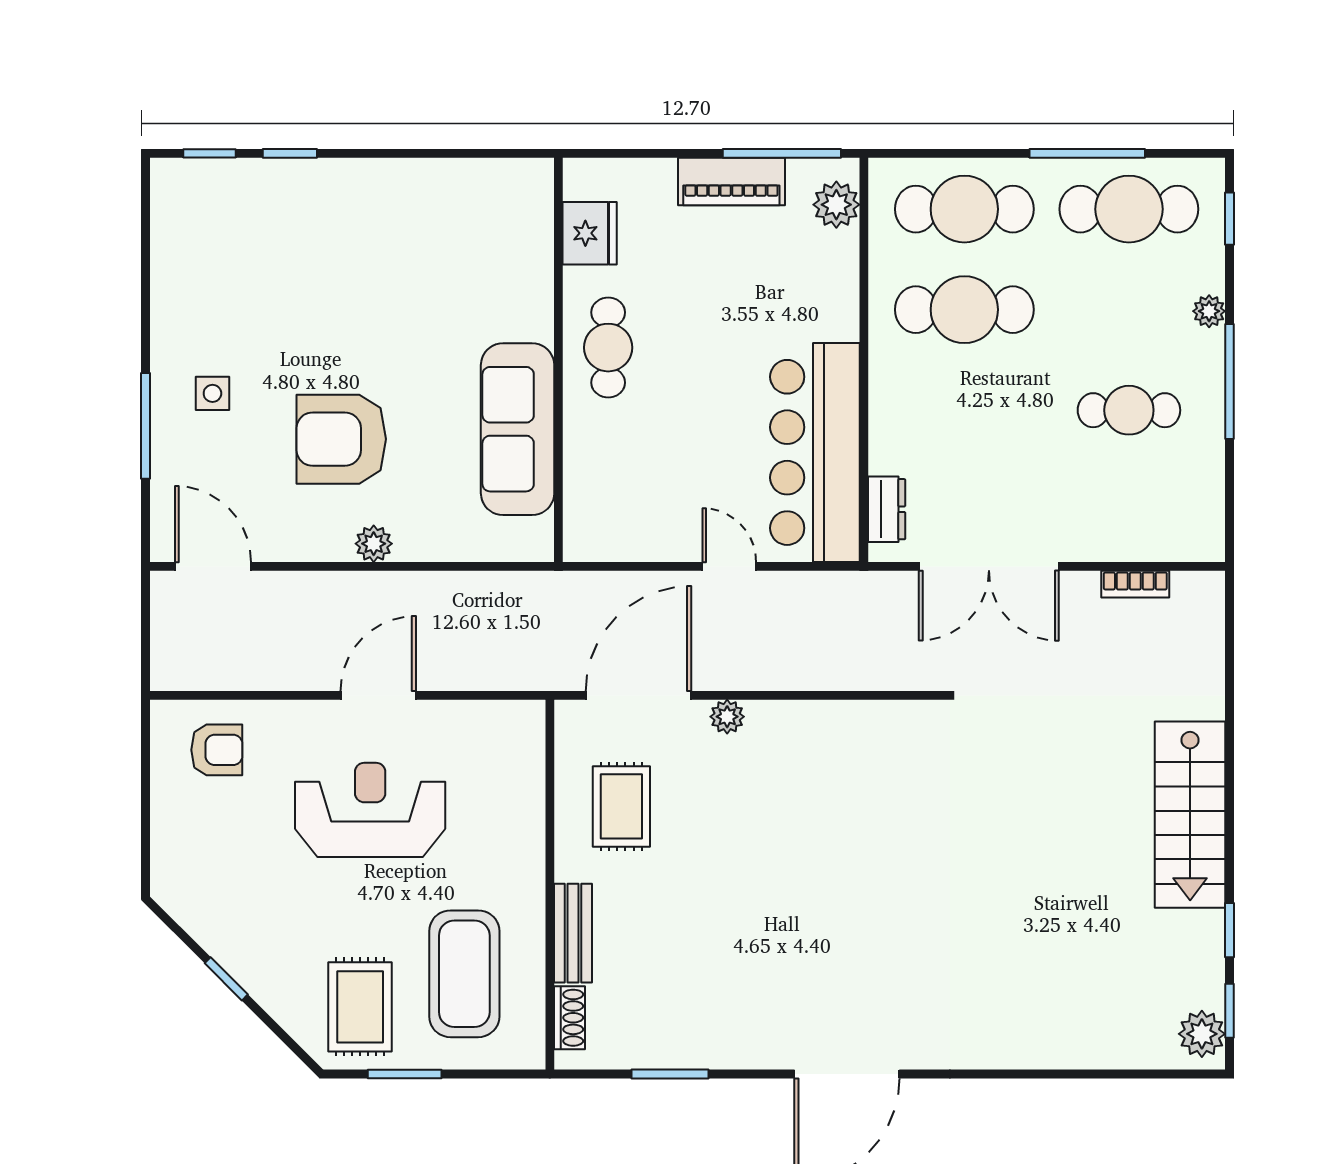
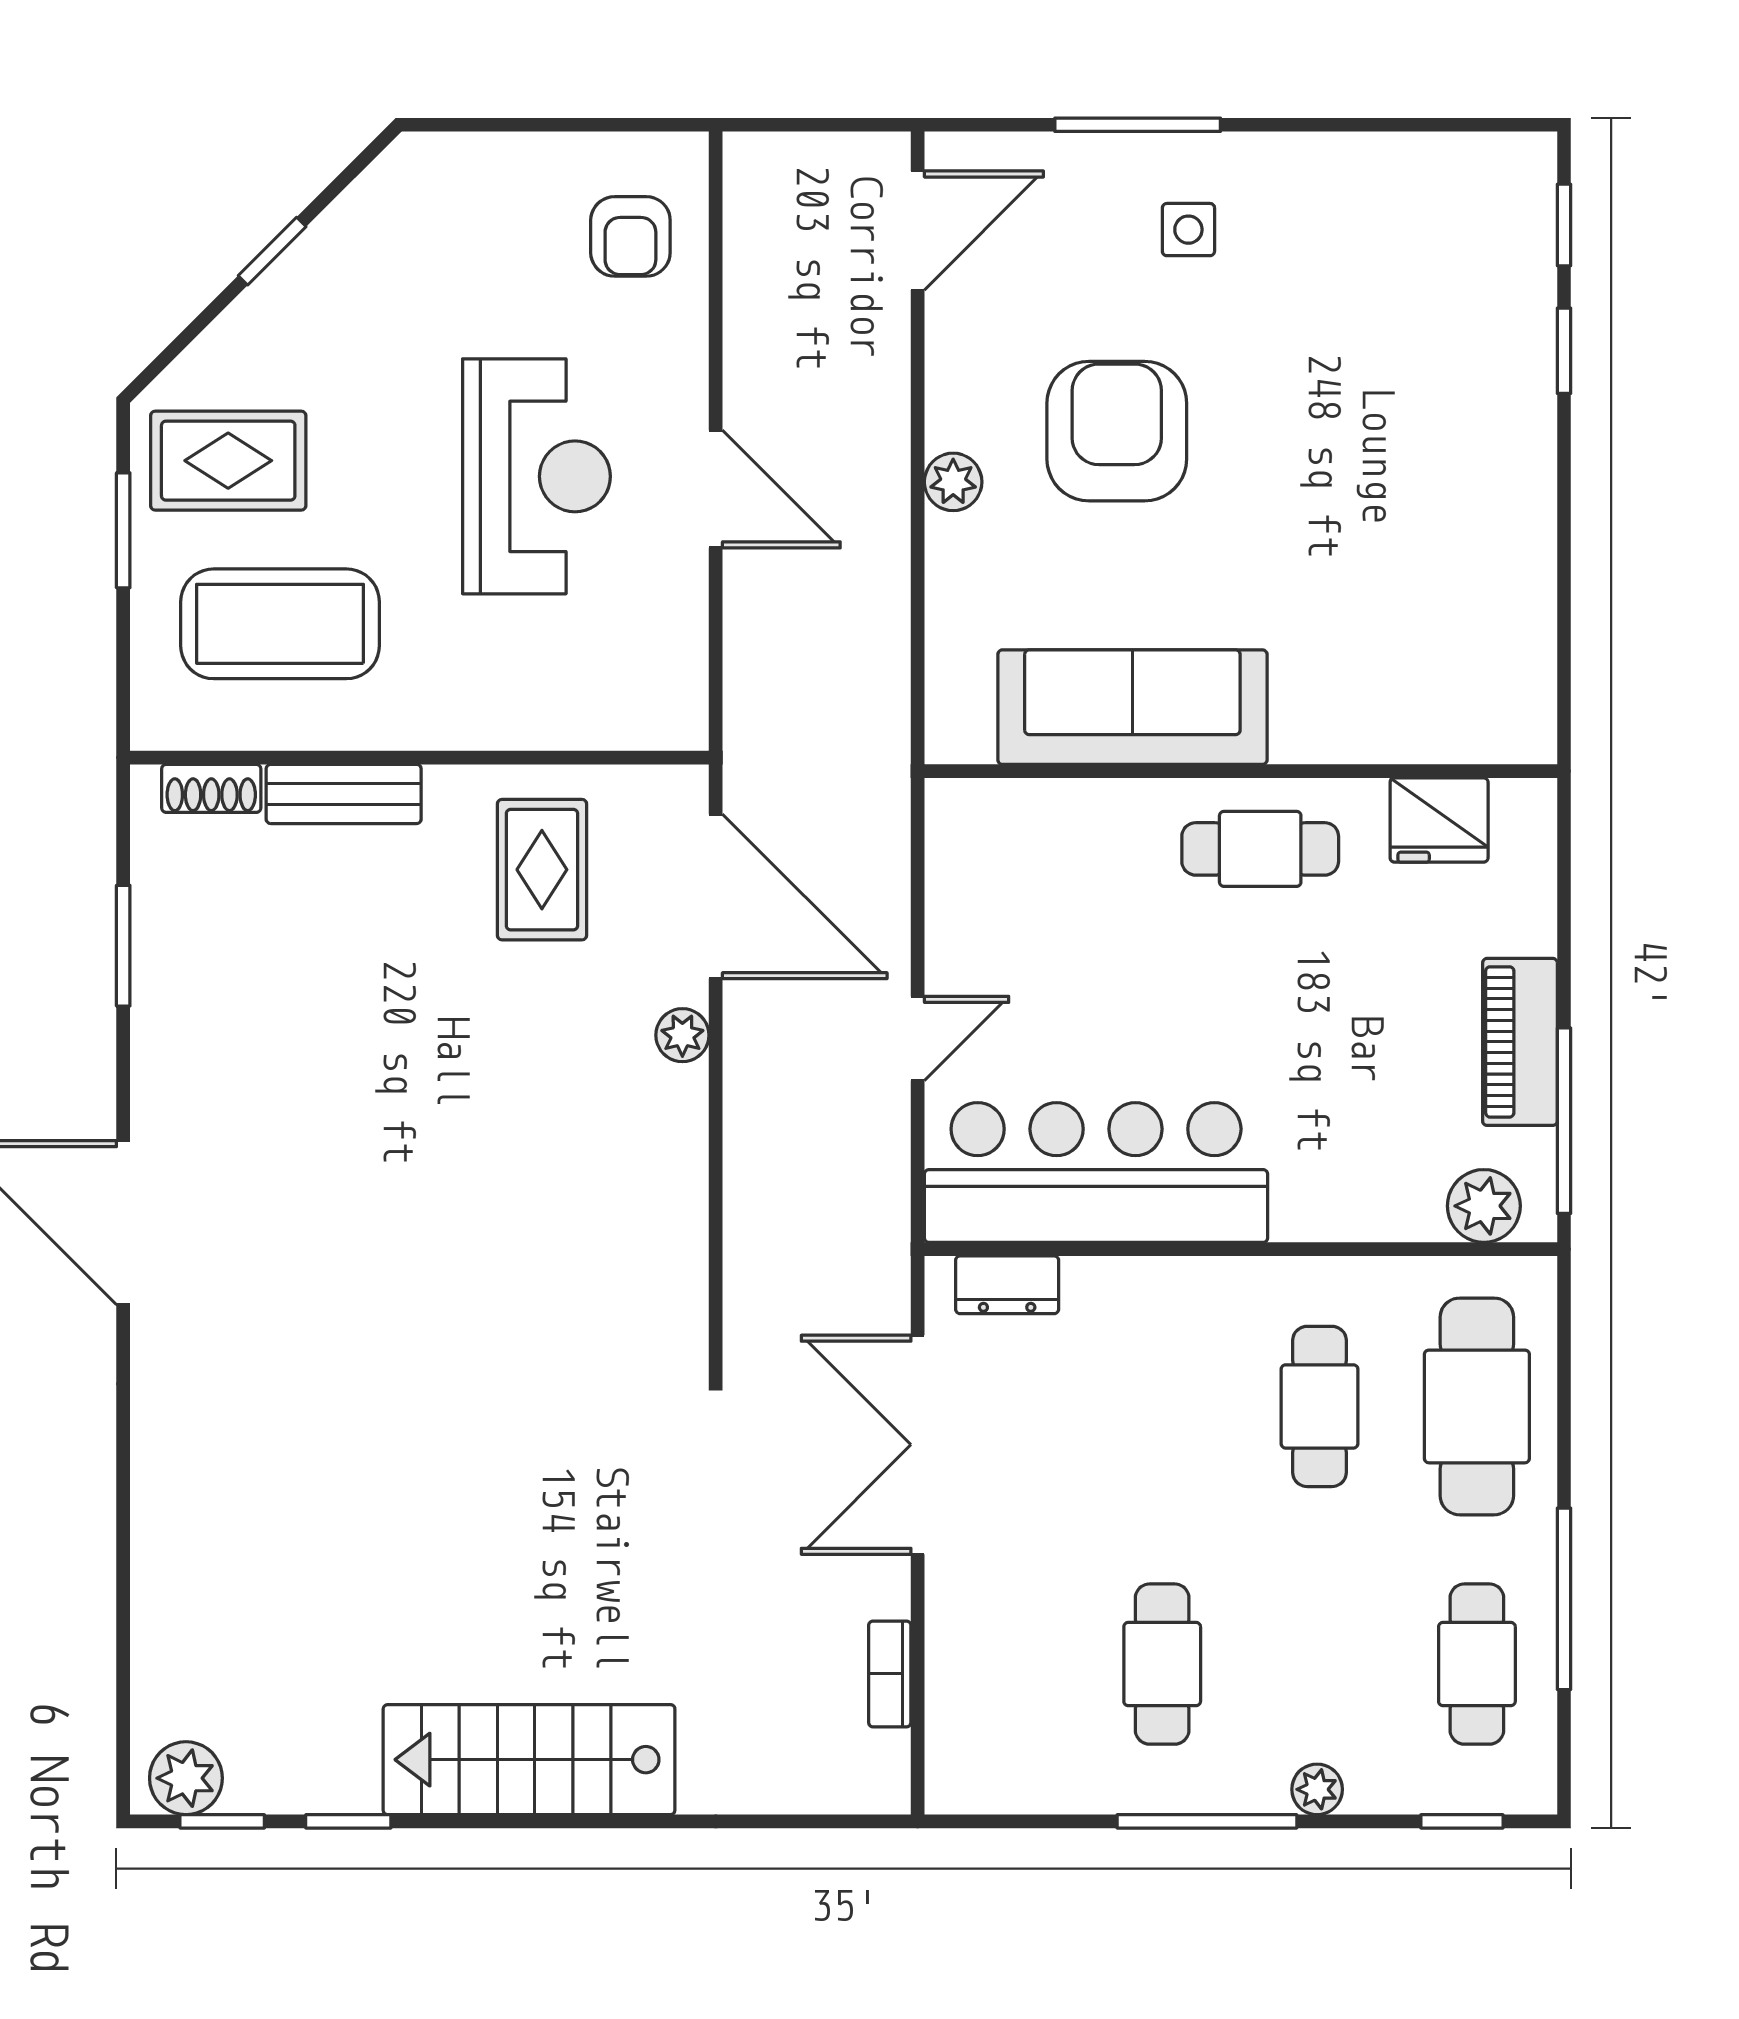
cafe table: (1129, 209) -> (1477, 1664), width x0.73, depth x0.74
cafe table: (964, 310) -> (1320, 1406), width x0.73, depth x0.74
rug: (621, 806) -> (542, 870), turned 90

